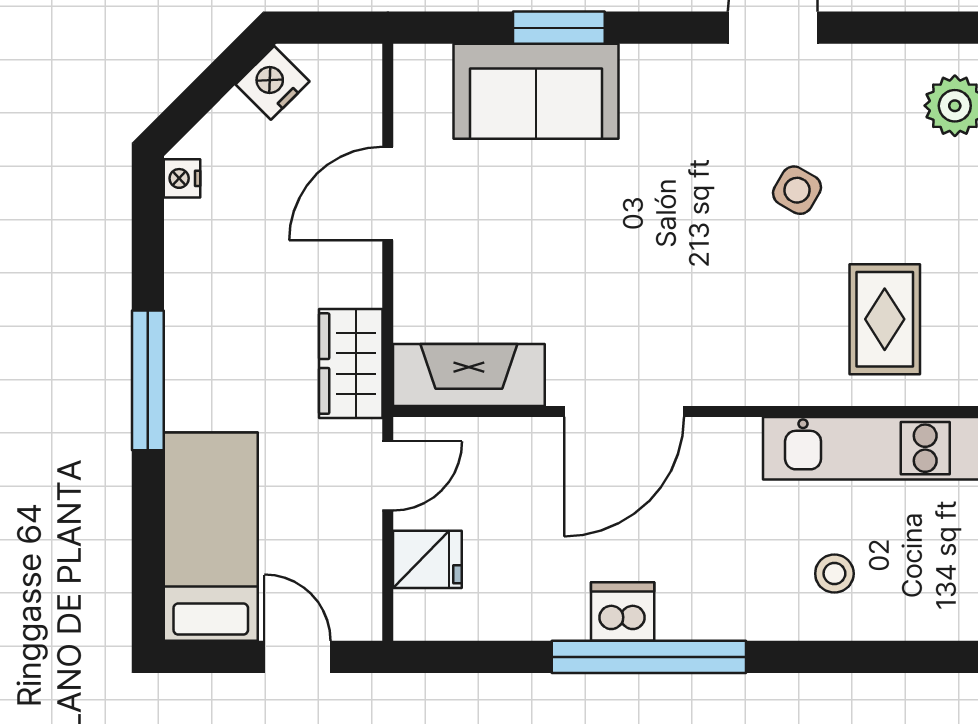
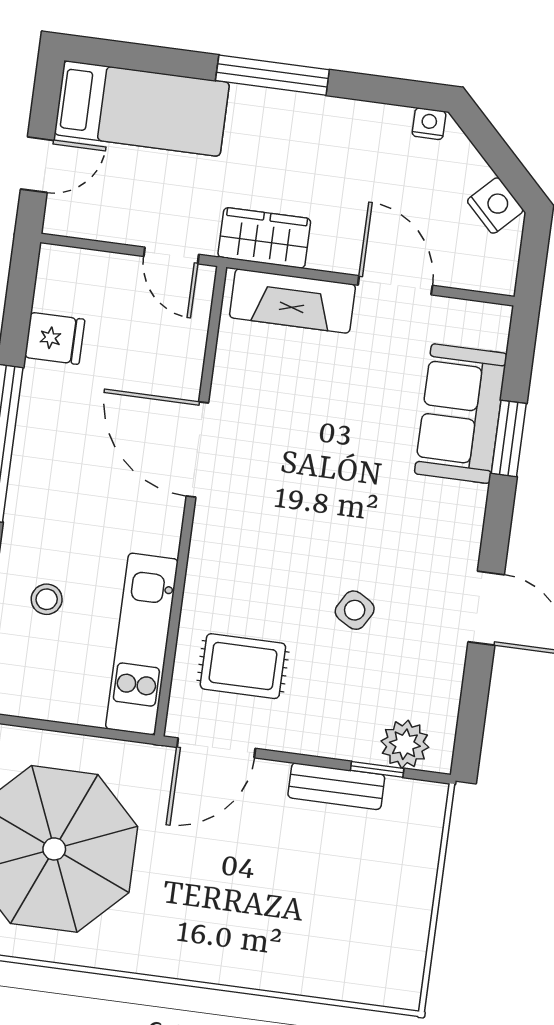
fireplace: (469, 375) -> (292, 301), moved, turned 90
fridge: (427, 559) -> (55, 338), moved, turned -90
dishwasher: (623, 612) -> (39, 427), removed

